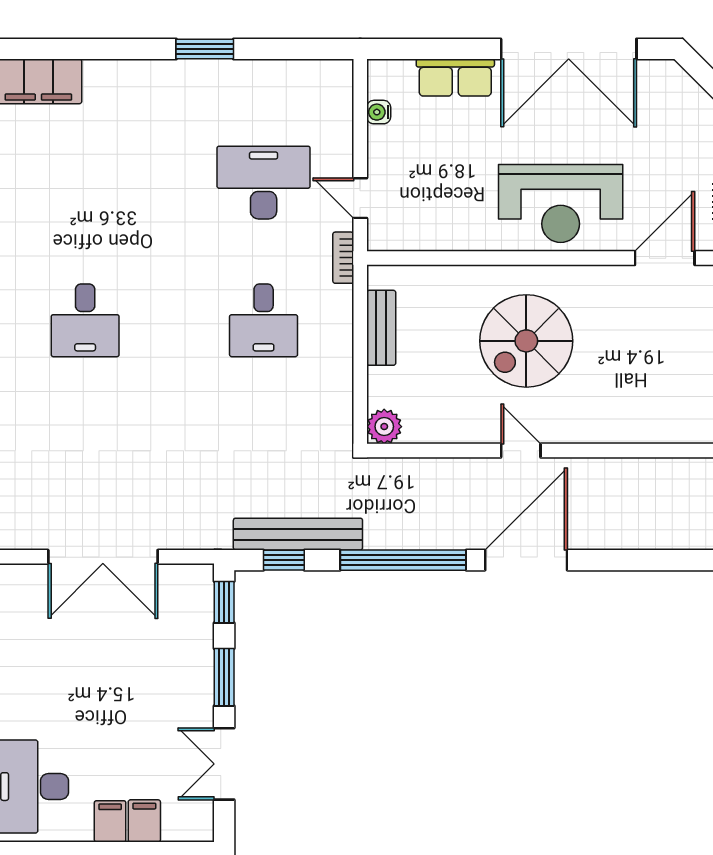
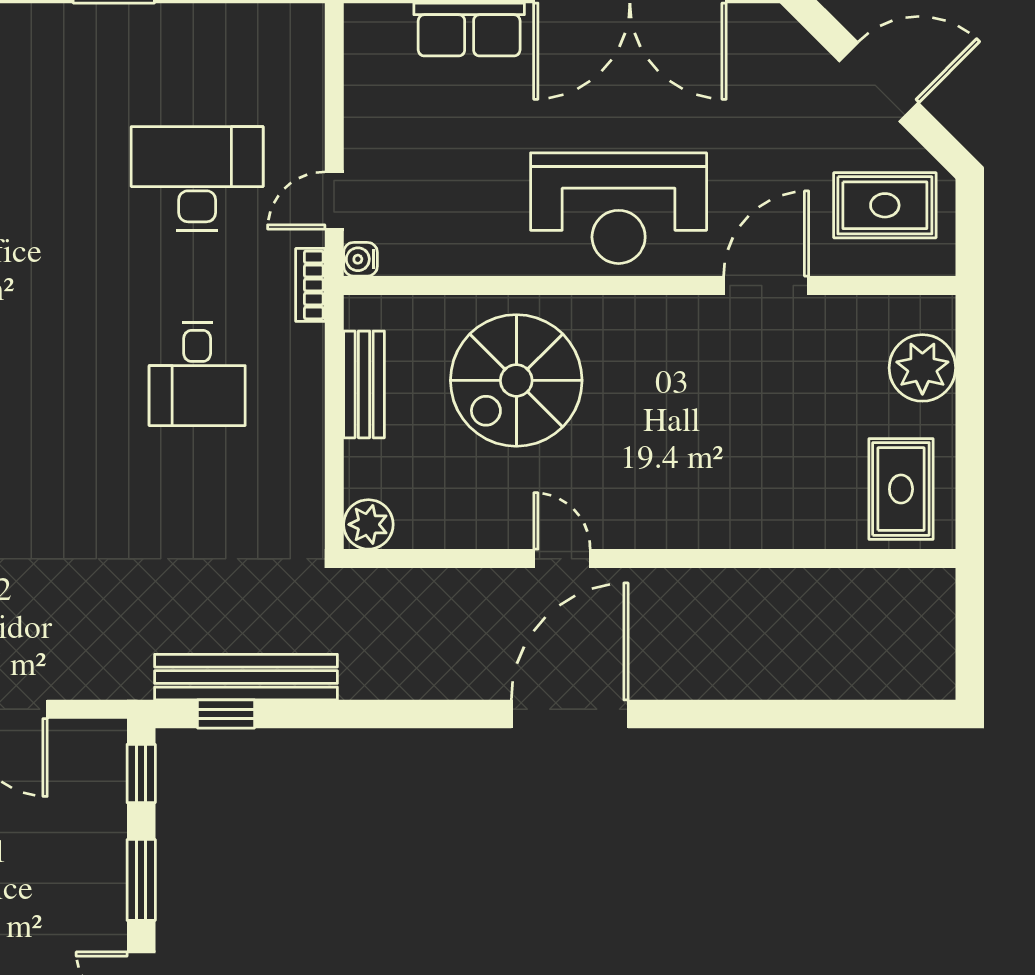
water cooler: (379, 112) -> (361, 259), moved
door: (360, 198) -> (334, 200), hinge flipped
spiral stairs: (526, 341) -> (516, 380), moved
window: (403, 560) -> (395, 714), removed

